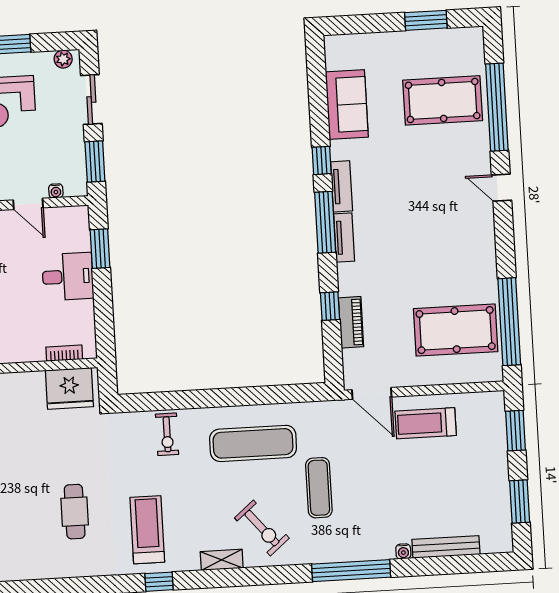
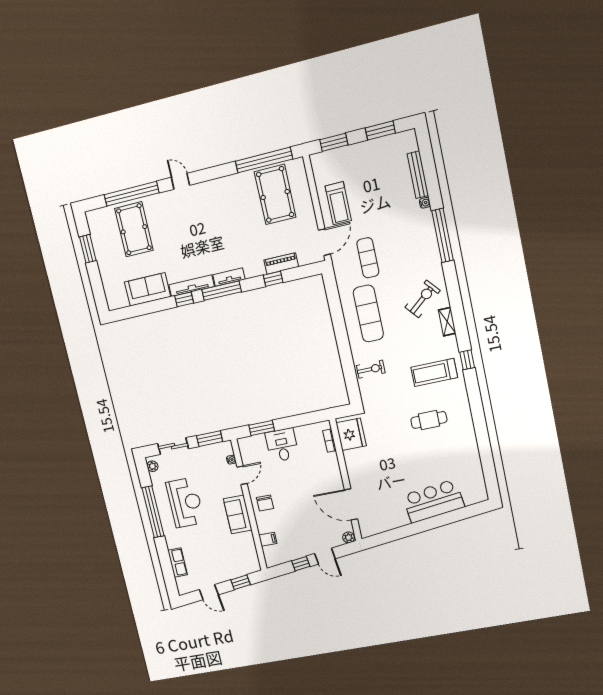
tv unit: (342, 186) -> (192, 286), width x1.41
door: (502, 188) -> (180, 181), swing flipped
exercise mat: (319, 488) -> (368, 258), moved, turned 90

